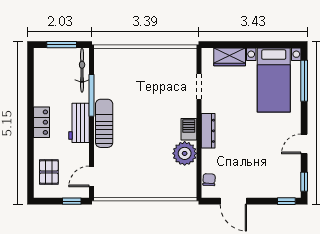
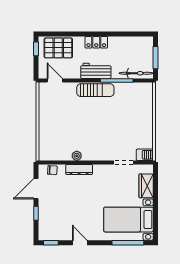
barbecue: (189, 129) -> (145, 155), moved
dresser: (208, 131) -> (79, 169), moved
plant: (185, 153) -> (77, 156), width x0.53, depth x0.53
pallet: (49, 172) -> (58, 48), width x1.50, depth x1.42
window: (72, 201) -> (36, 49), moved
window: (286, 201) -> (36, 213), moved

